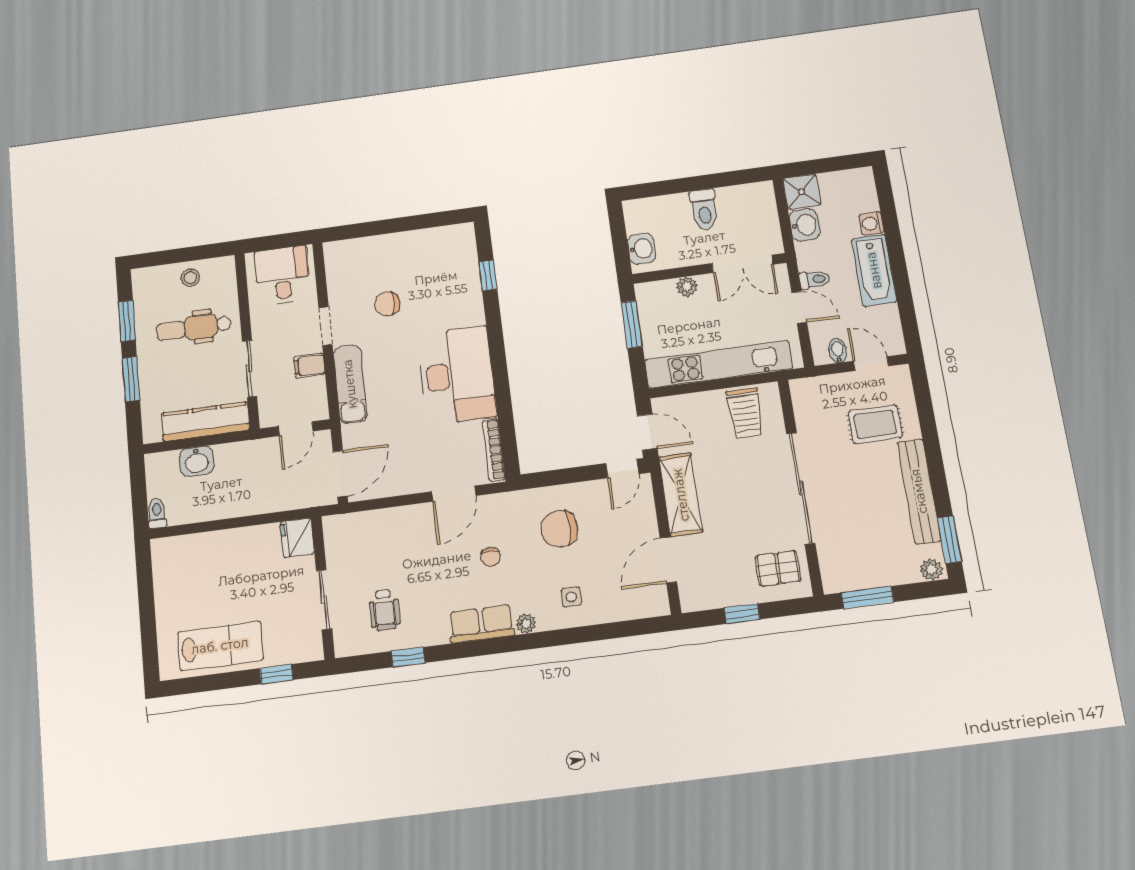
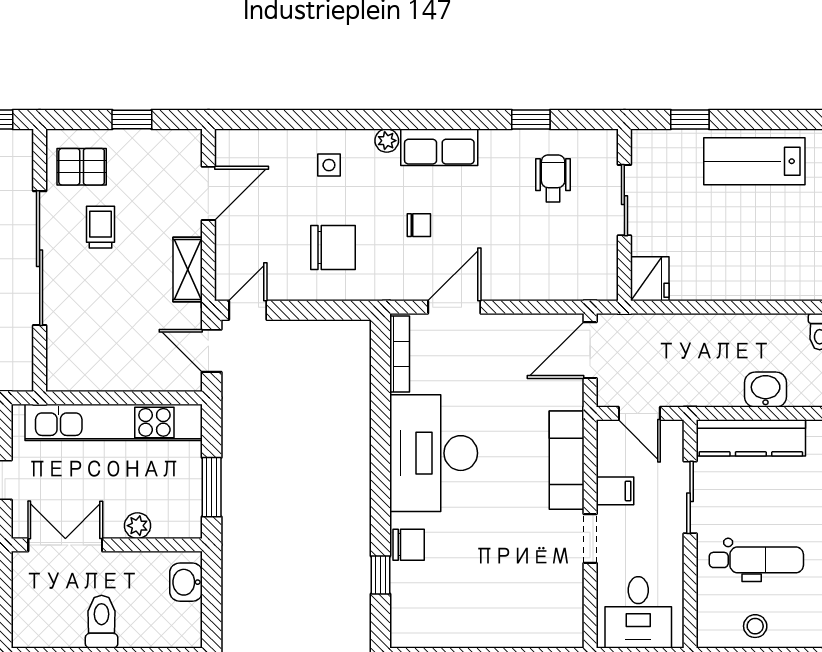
chair: (387, 304) -> (409, 545), moved
trolley: (745, 413) -> (101, 227), moved, width x0.73, depth x0.72
door: (296, 429) -> (639, 413), swing flipped
shelving: (681, 495) -> (188, 270), width x0.67, depth x0.75
chair: (491, 557) -> (419, 225), turned 90

